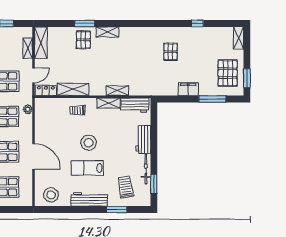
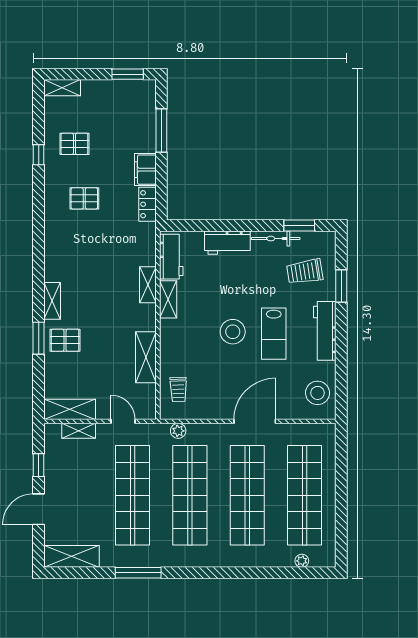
pallet: (228, 73) -> (74, 144), moved, width x0.67, depth x0.71
locker: (46, 90) -> (147, 204), moved
trolley: (77, 110) -> (178, 389), moved

